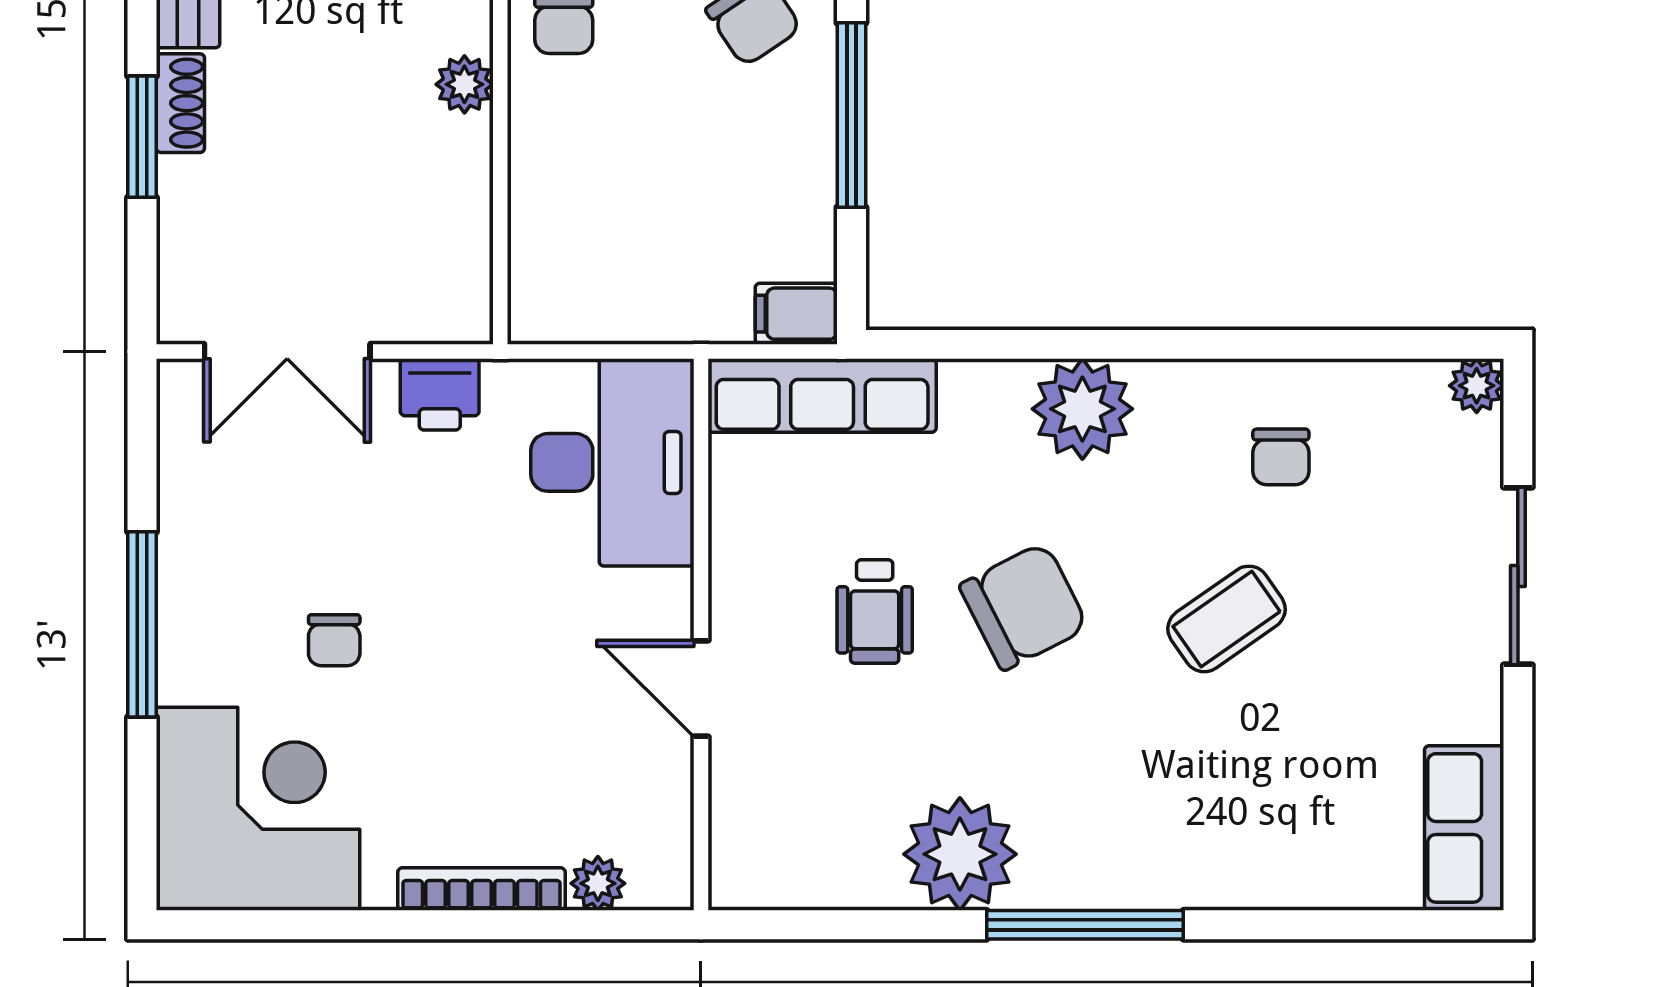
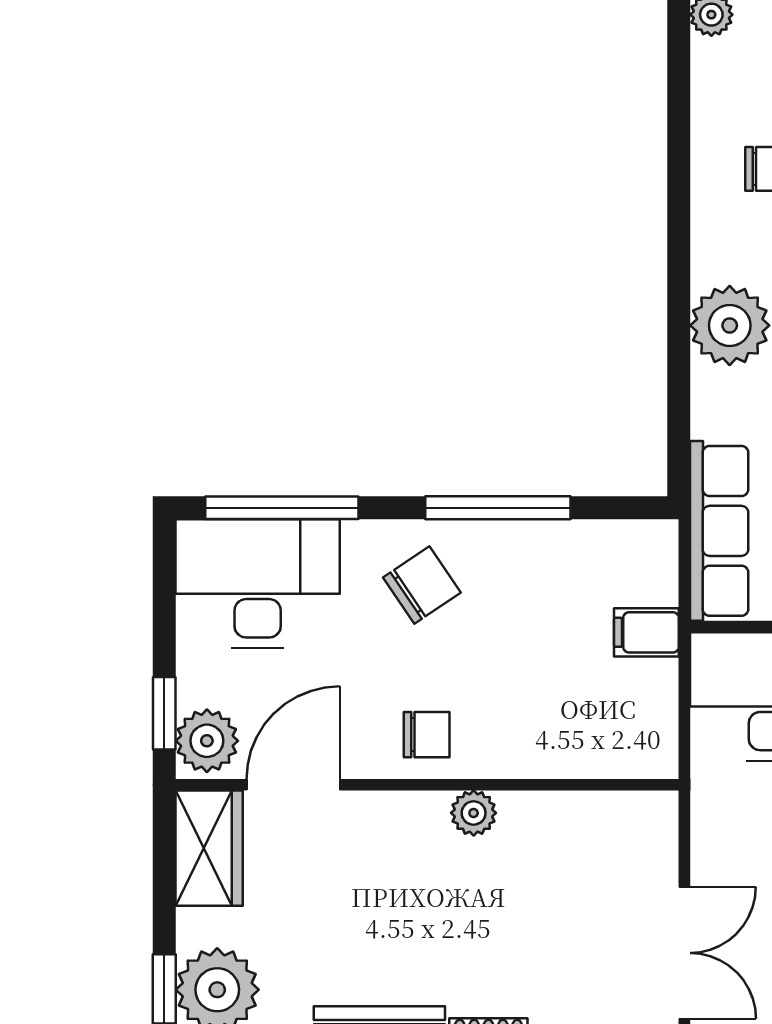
filing cabinet: (796, 314) -> (646, 632), moved, turned 90
printer: (440, 394) -> (718, 833), removed

